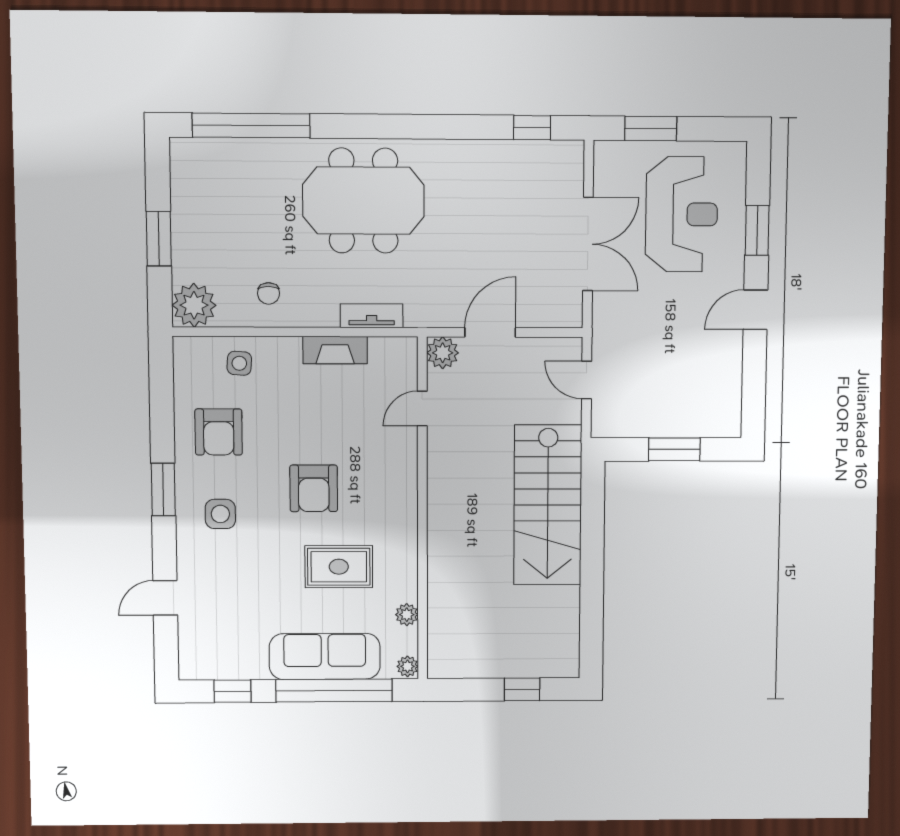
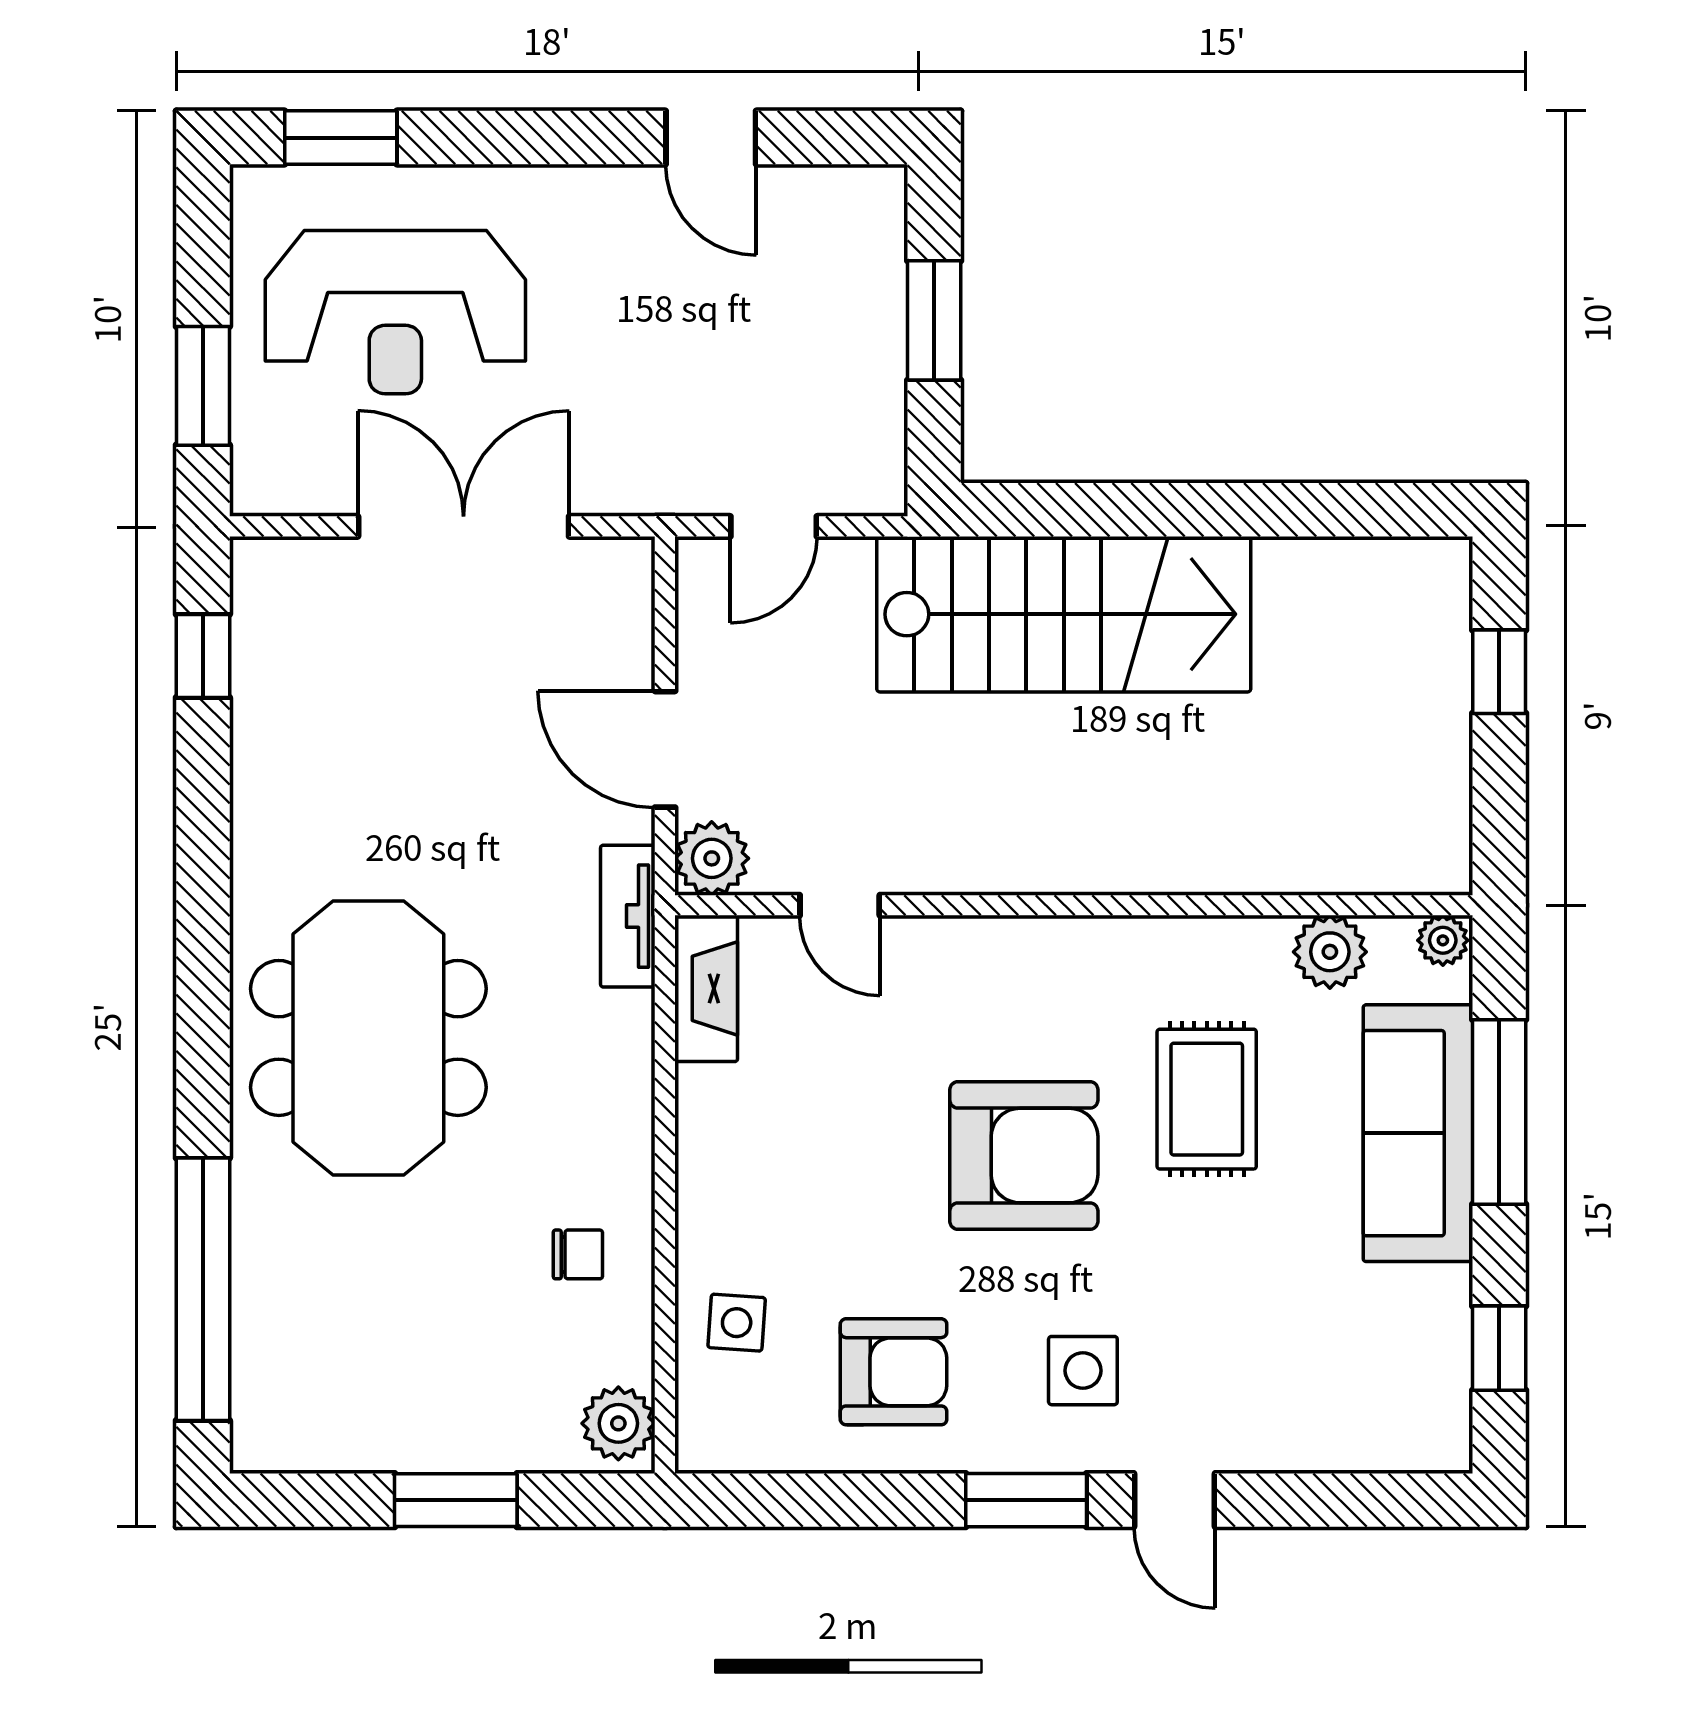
reception desk: (682, 214) -> (395, 312), turned 180
window: (757, 230) -> (341, 138), moved
plant: (194, 305) -> (618, 1423), width x0.73, depth x0.73
door: (755, 310) -> (711, 138), moved
tv unit: (372, 316) -> (628, 916), moved
fireplace: (335, 350) -> (706, 988), moved
armchair: (314, 488) -> (1024, 1156), width x1.36, depth x1.36
door: (165, 598) -> (1174, 1500), moved
plant: (407, 615) -> (1330, 952), width x1.38, depth x1.38
window: (334, 691) -> (1499, 1112), width x0.68

